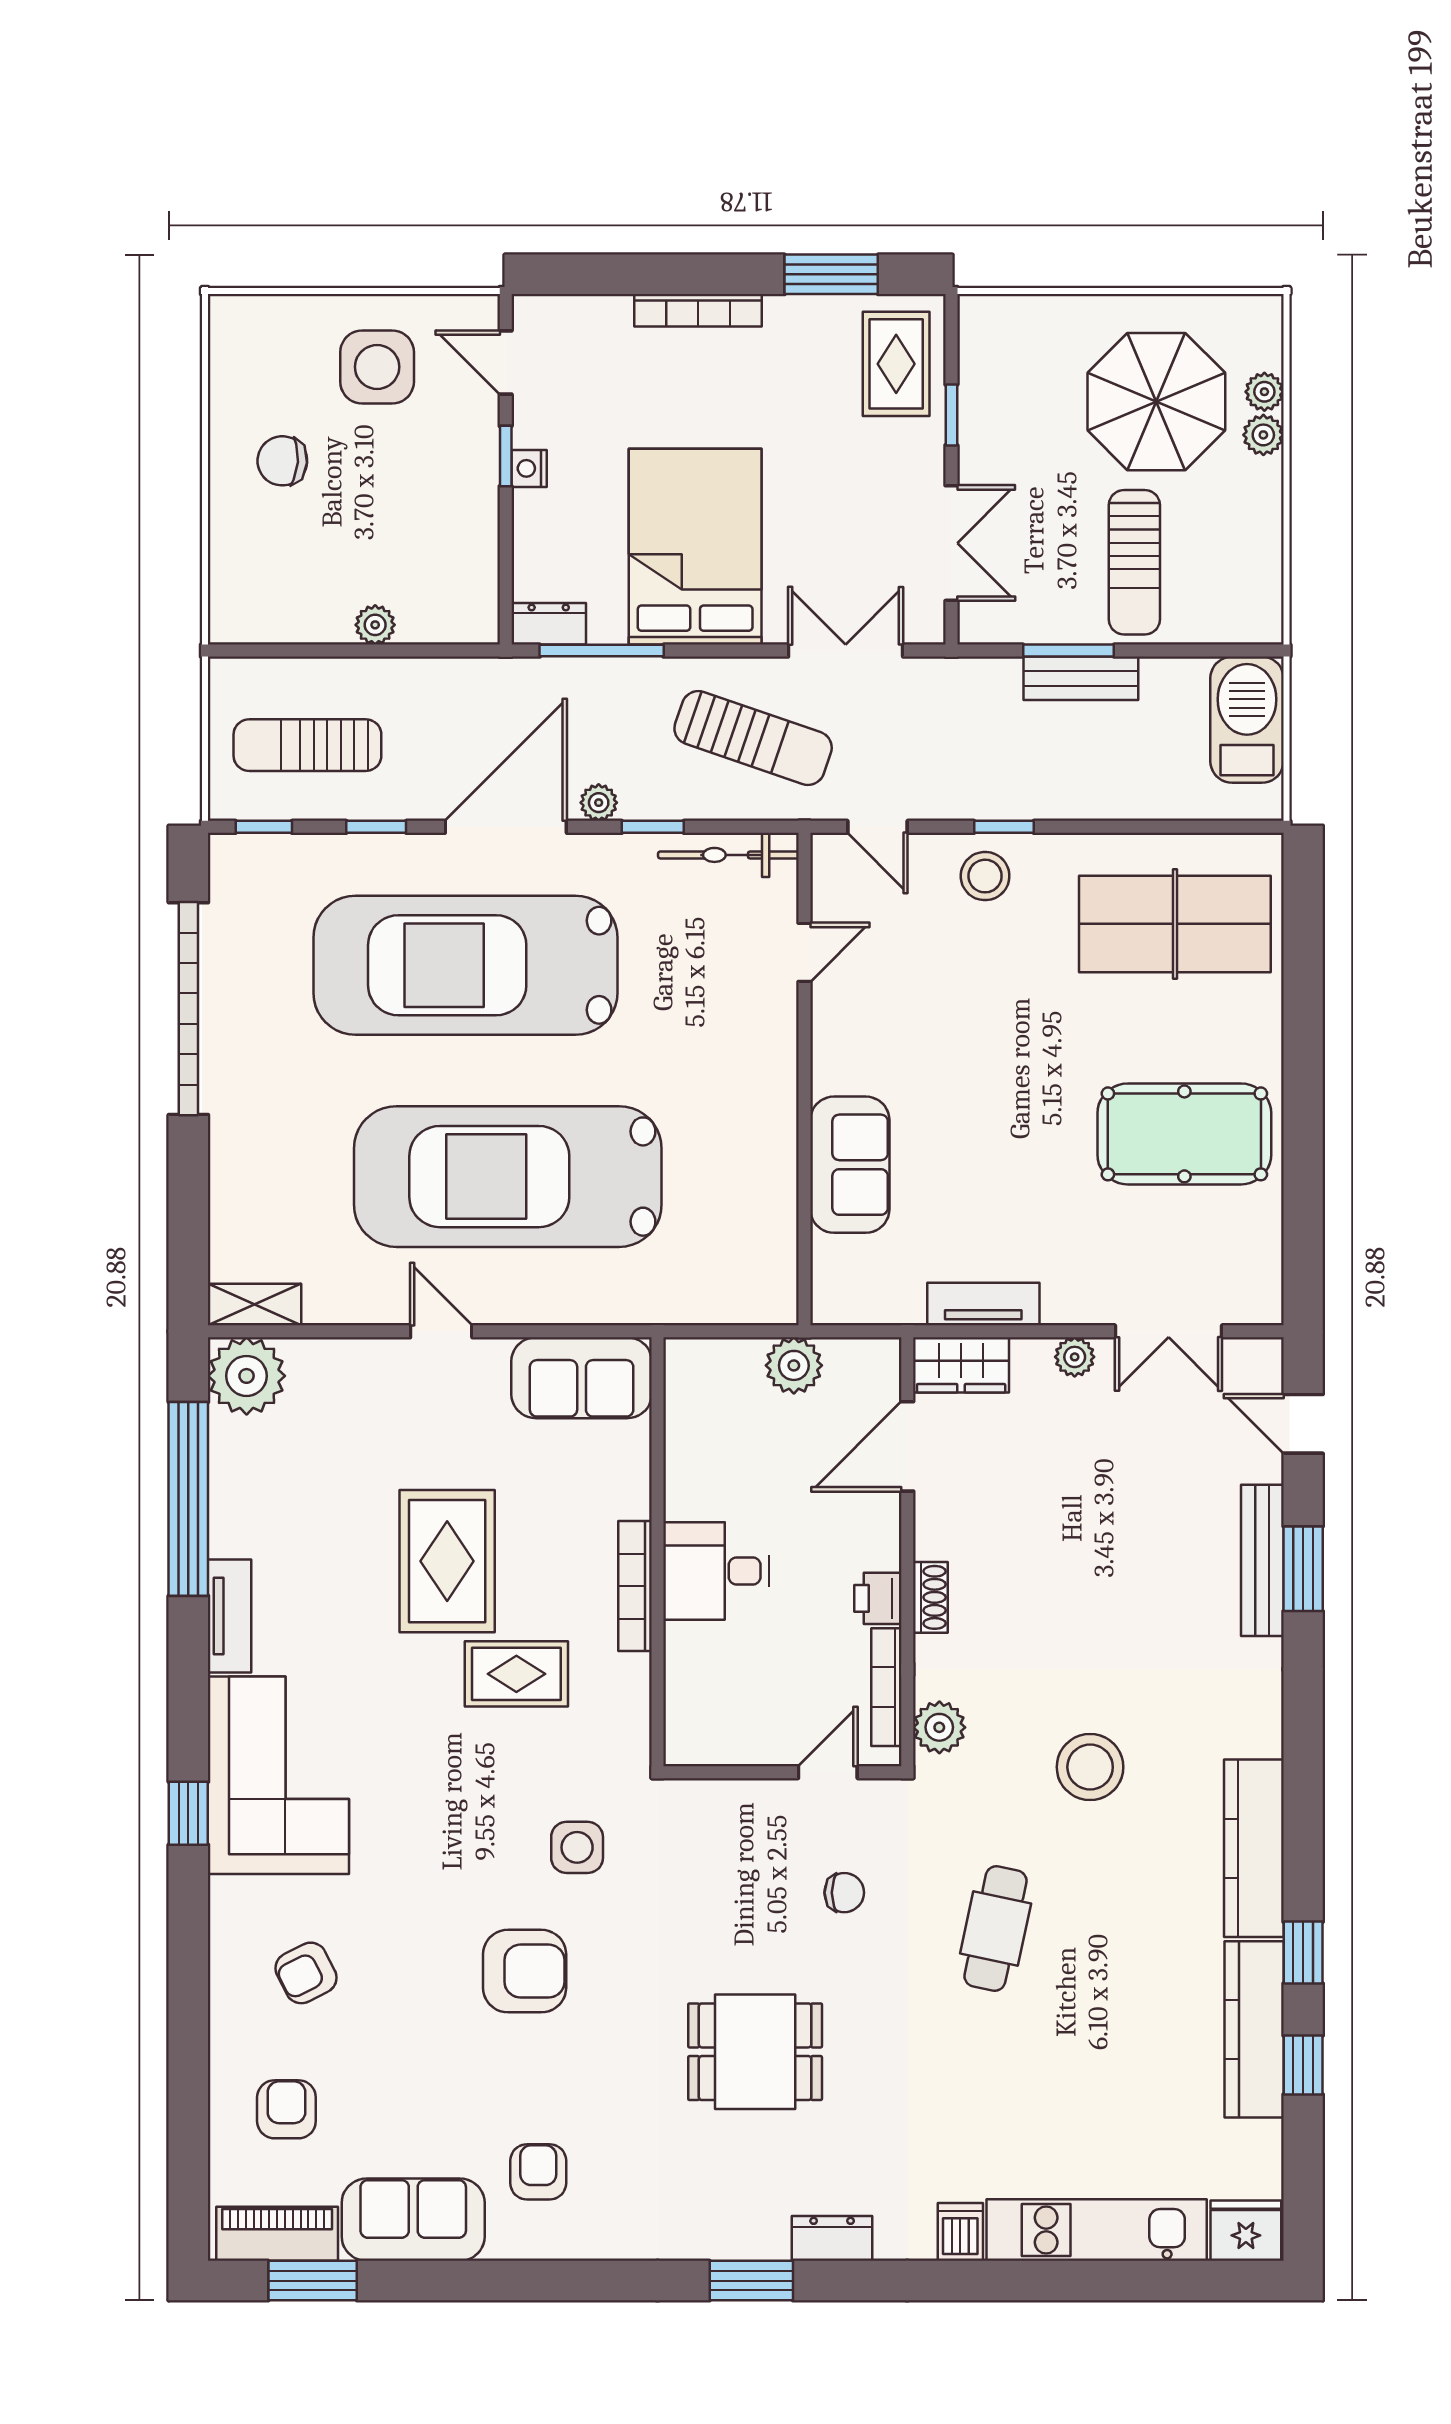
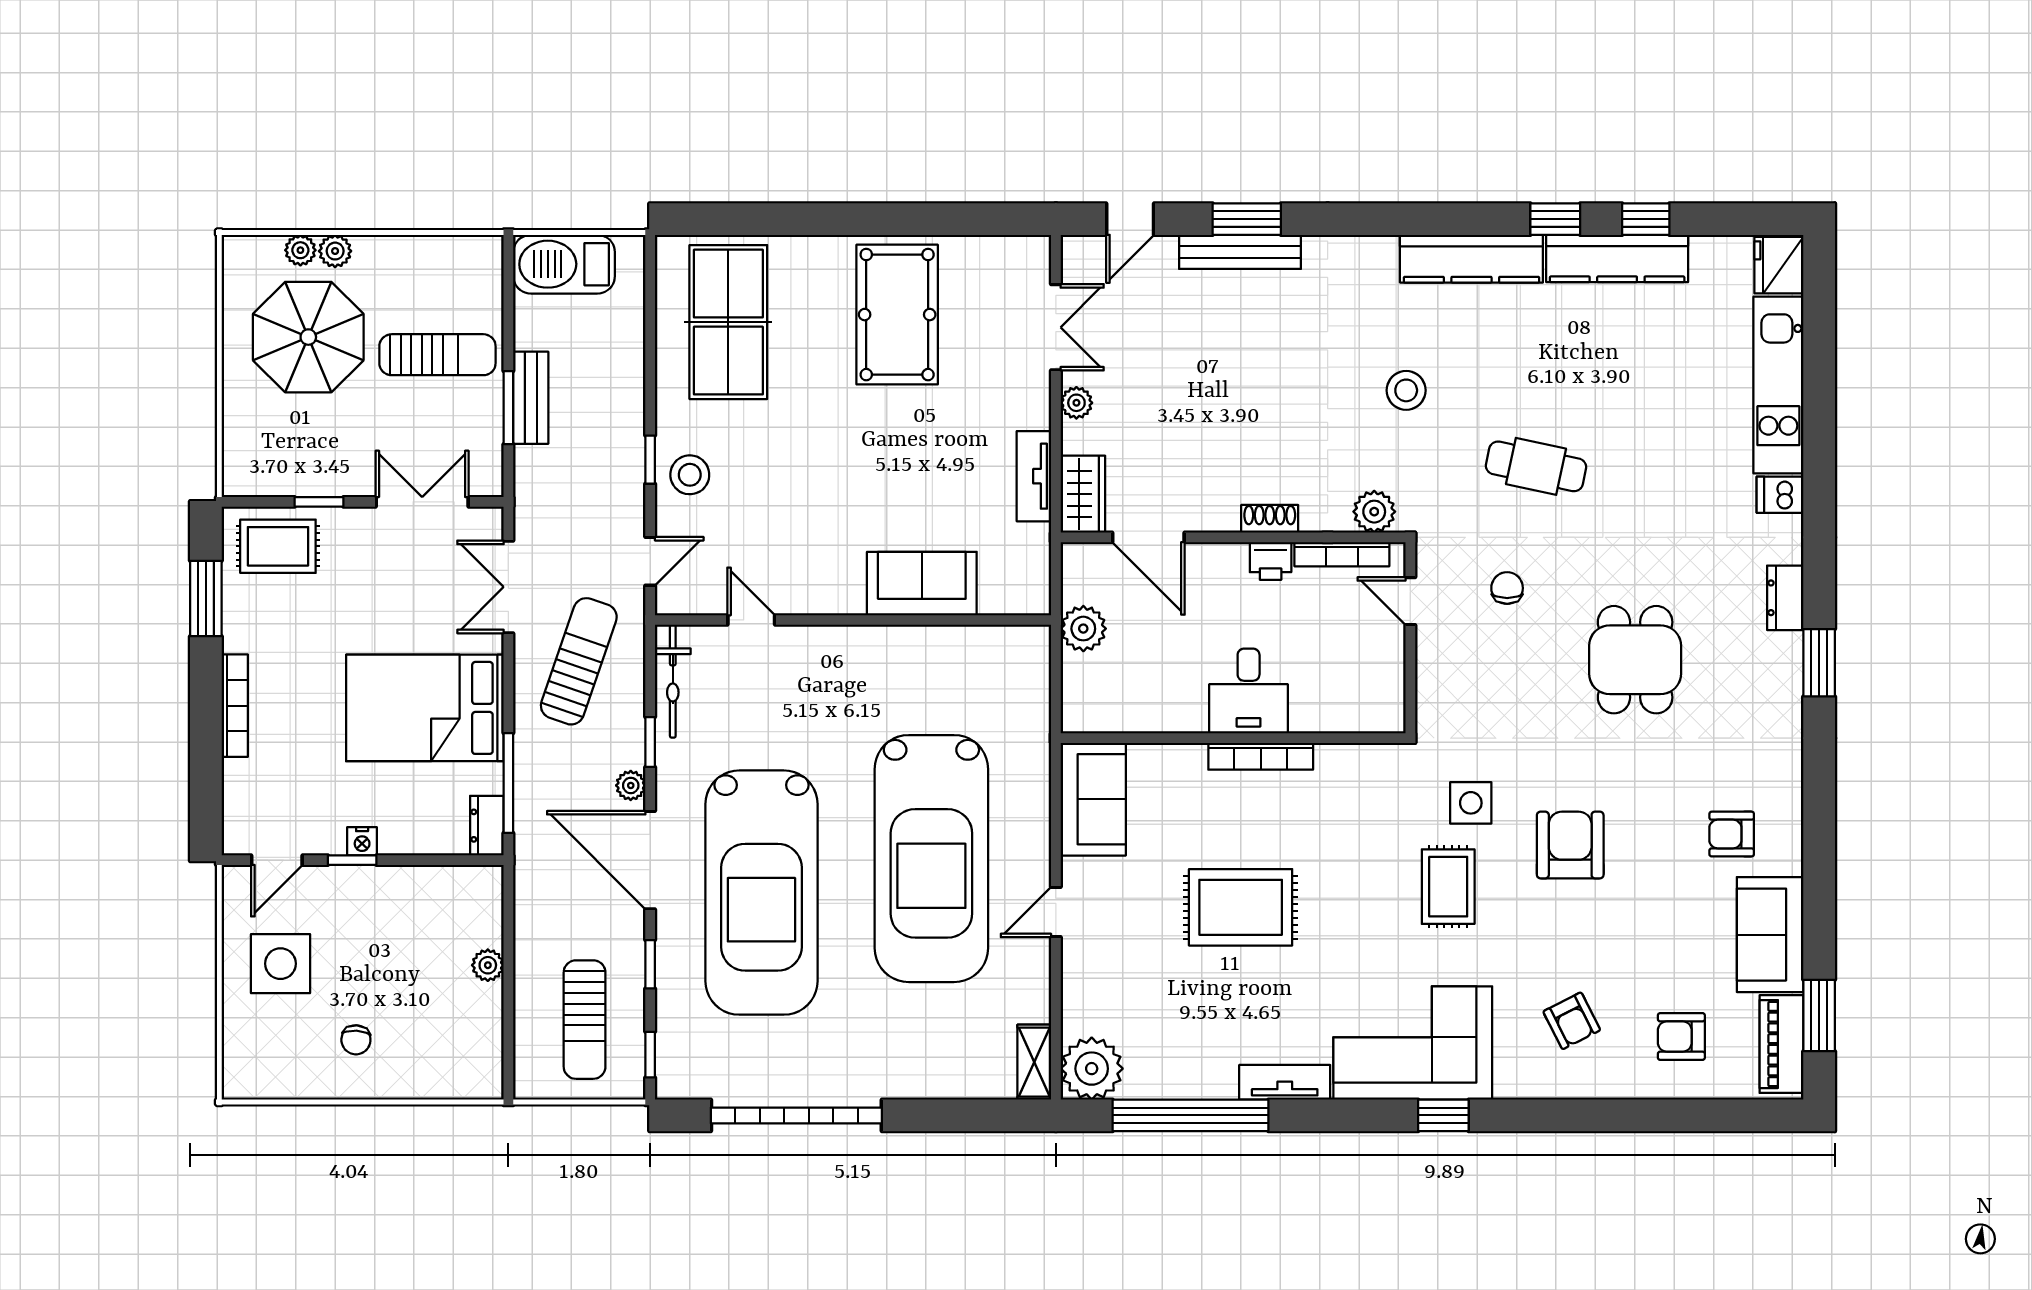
chair: (282, 461) -> (356, 1040), width x0.73, depth x0.73
rug: (516, 1674) -> (1448, 887), moved
stool: (1090, 1767) -> (1406, 390), width x0.73, depth x0.73

